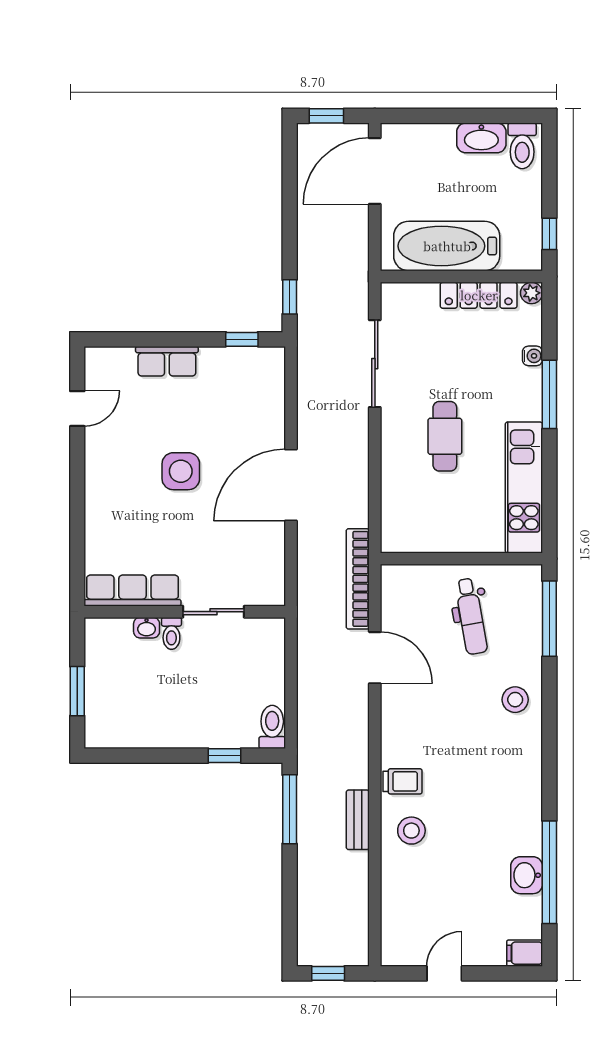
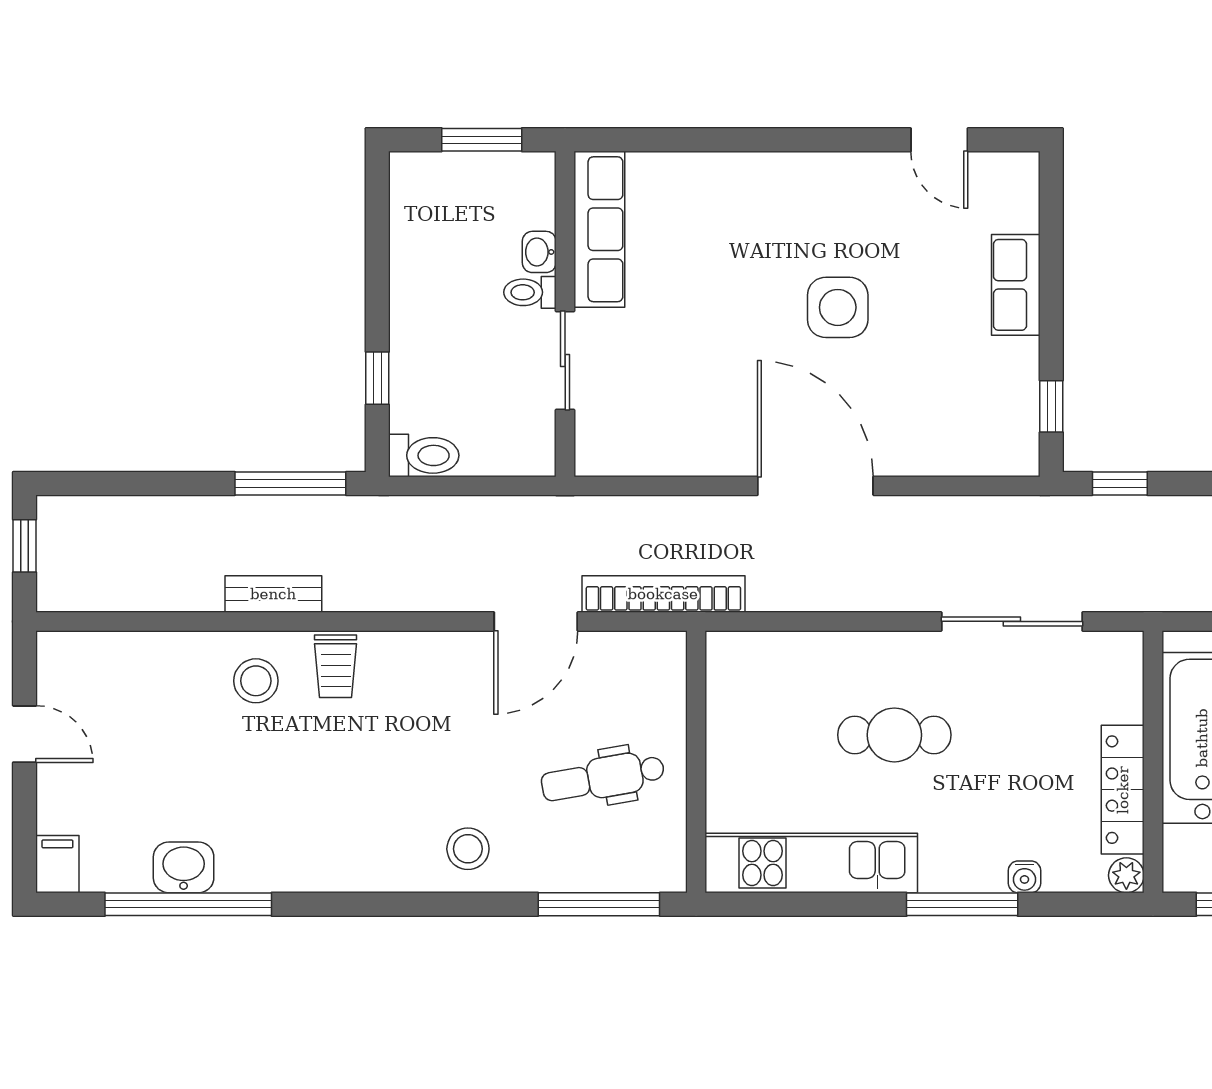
row of seats: (133, 591) -> (599, 229), moved
wall: (185, 612) -> (565, 314), moved
sliding door: (214, 612) -> (565, 360), moved
washbasin: (147, 628) -> (539, 252), moved
toilet: (171, 633) -> (530, 292), moved

